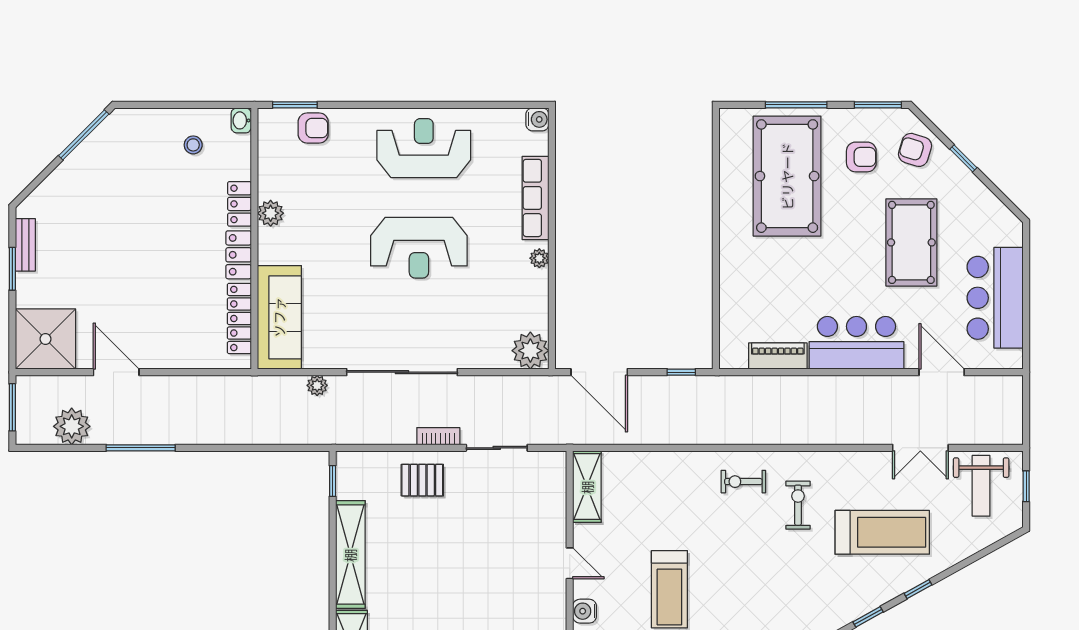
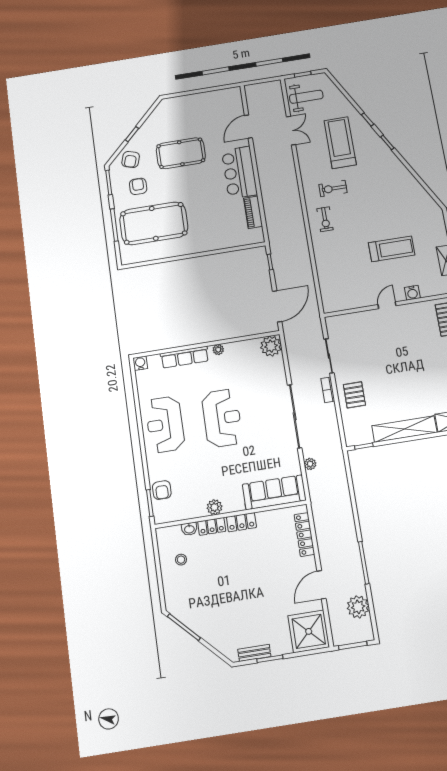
washbasin: (241, 120) -> (189, 529), moved
armchair: (313, 128) -> (162, 490), turned 180
bar counter: (995, 298) -> (204, 106), removed
locker: (239, 318) -> (304, 534), moved, turned 90
shelving: (587, 487) -> (342, 303), removed

